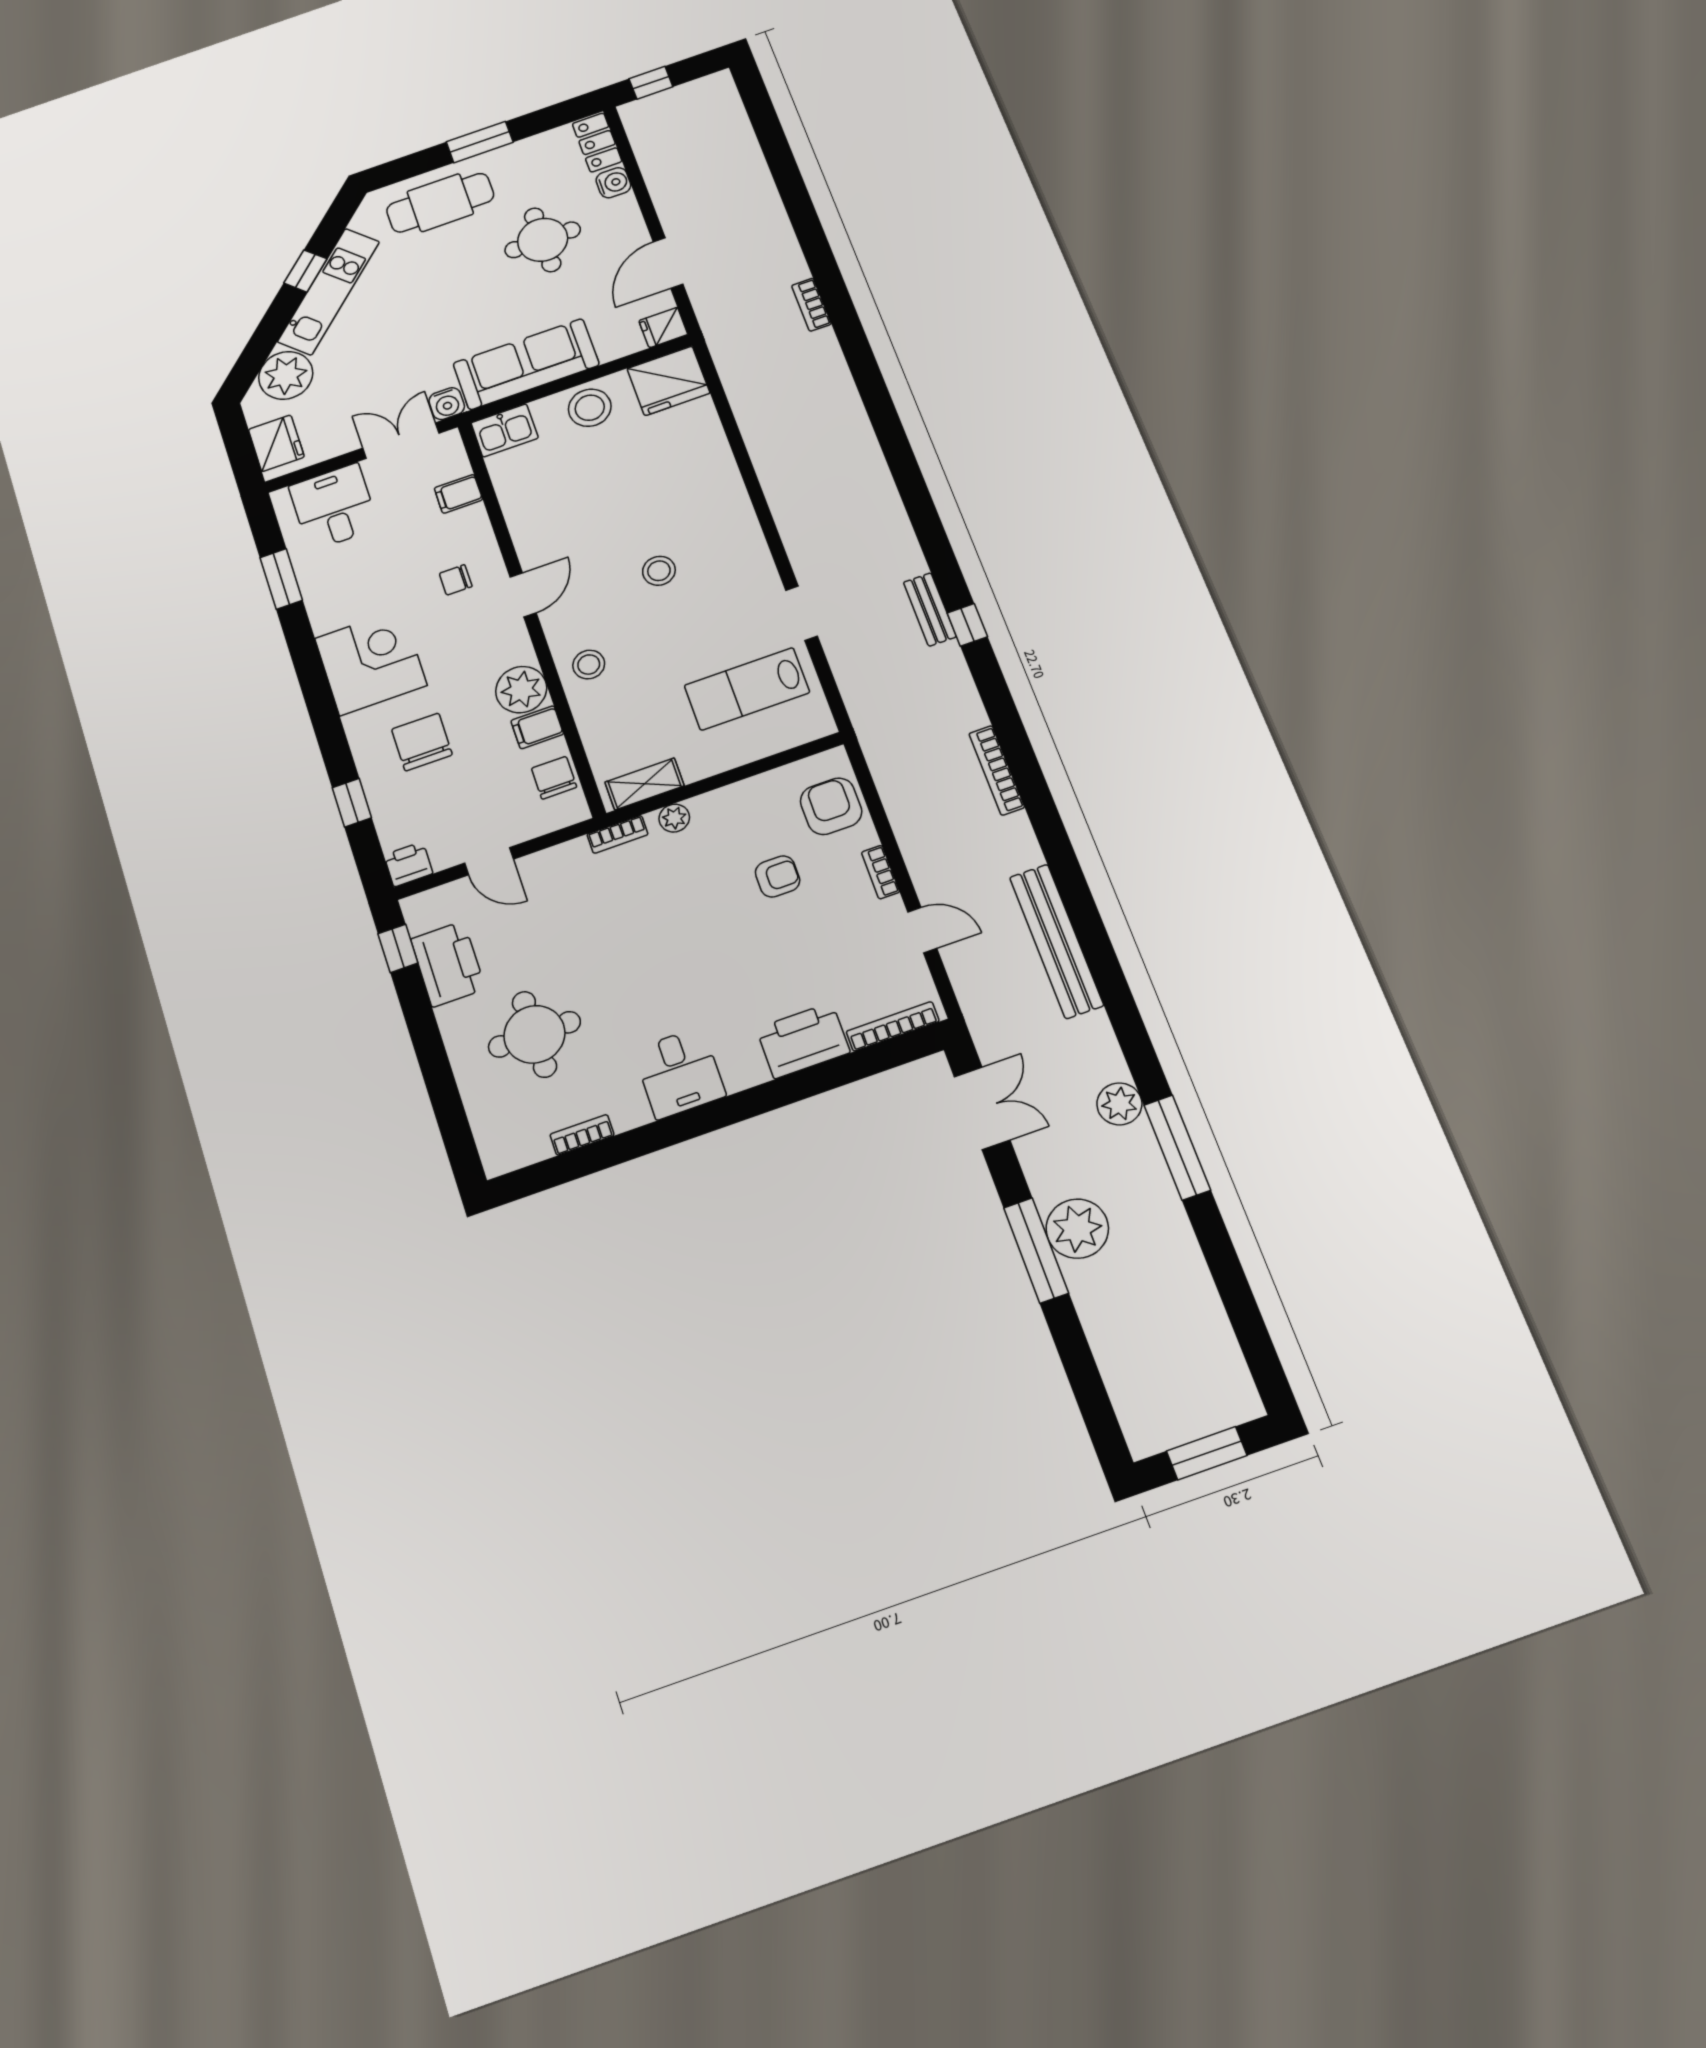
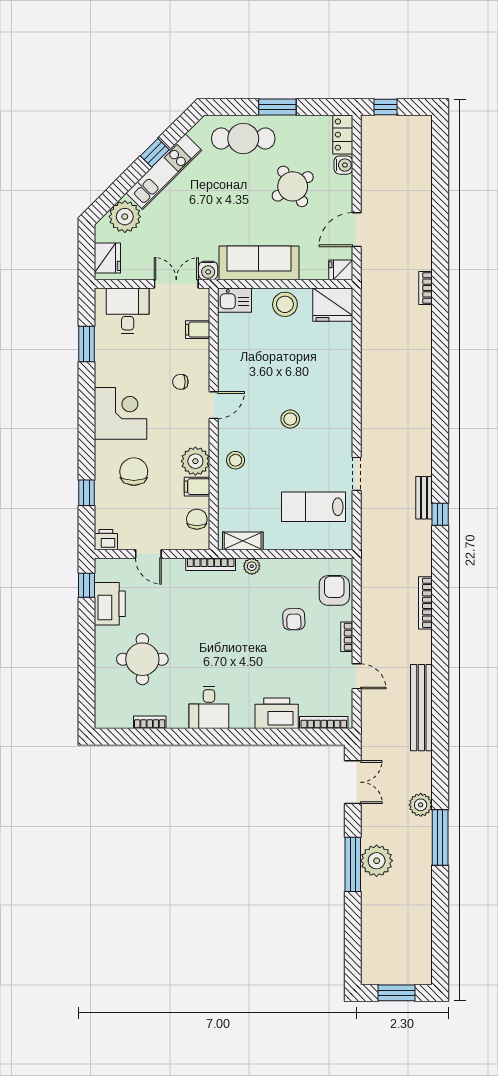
round table: (543, 240) -> (293, 186), turned -32
bookcase: (617, 834) -> (211, 564), width x1.56
armchair: (778, 876) -> (294, 619), turned 88

